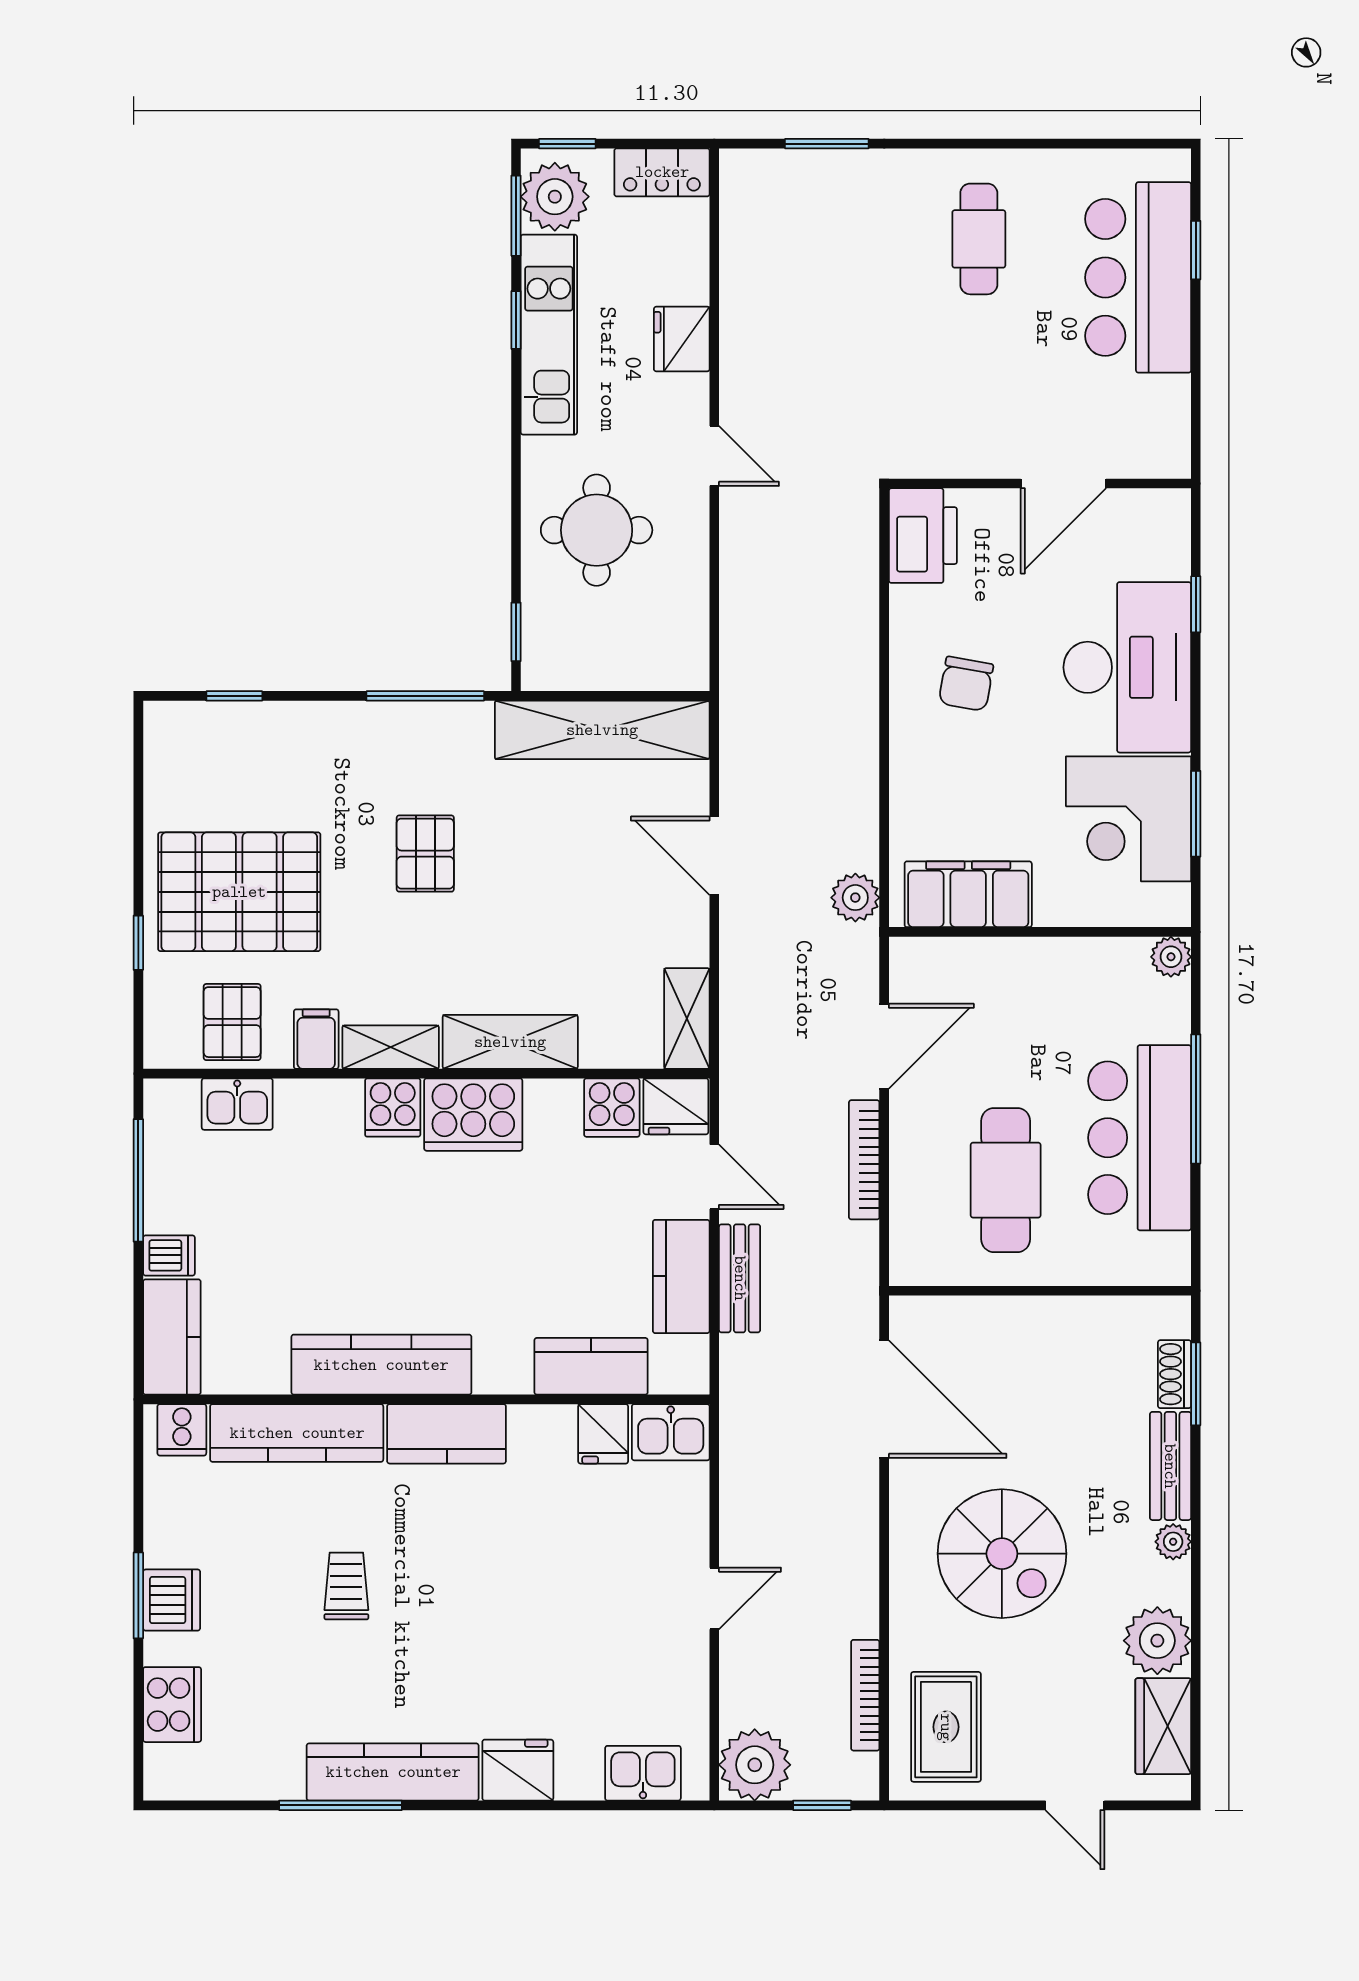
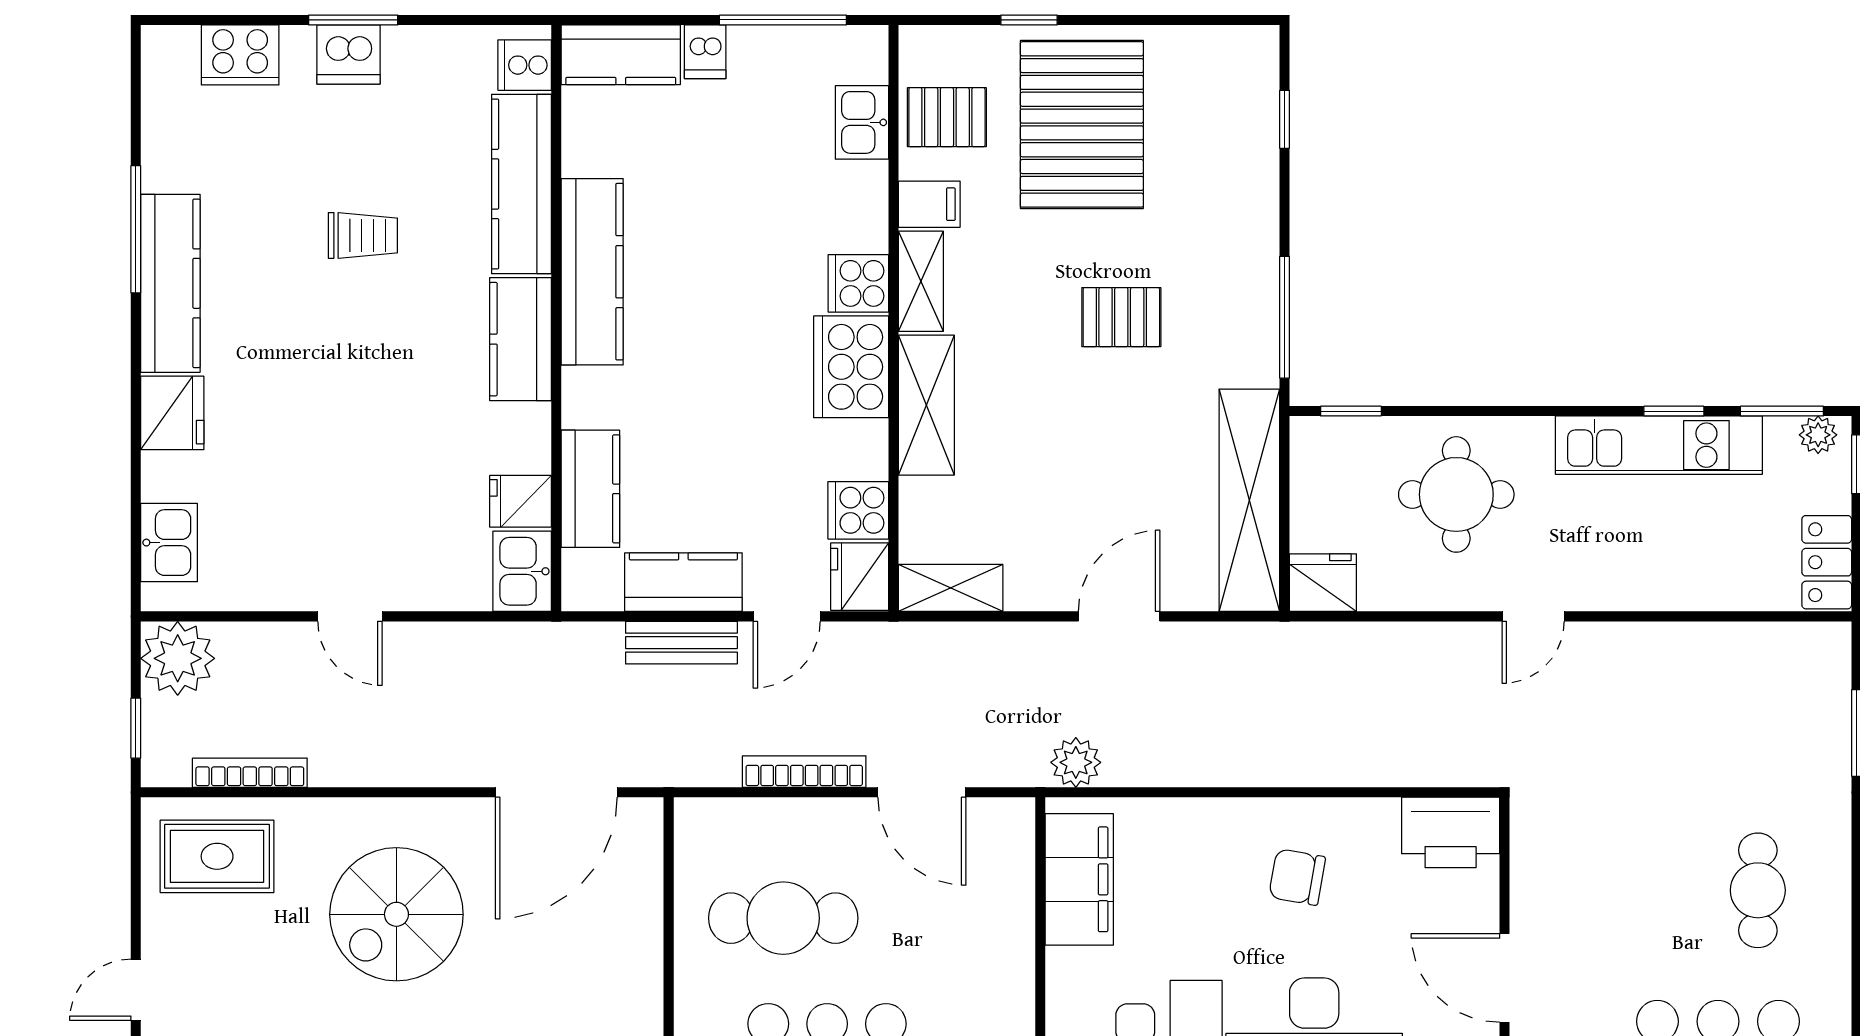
plant: (555, 197) -> (1818, 435), width x0.53, depth x0.53
cafe table: (979, 239) -> (1758, 890), turned 90
fridge: (682, 339) -> (1323, 583), moved

